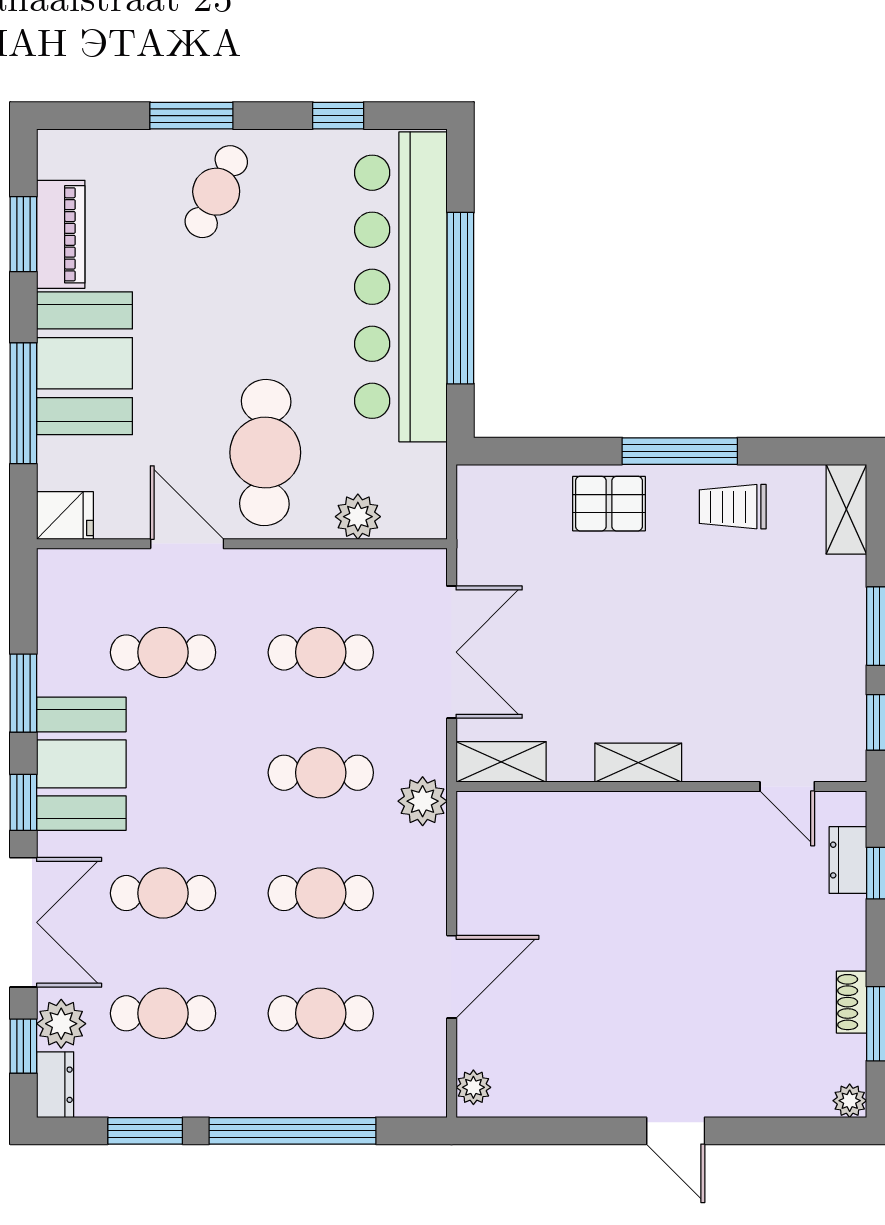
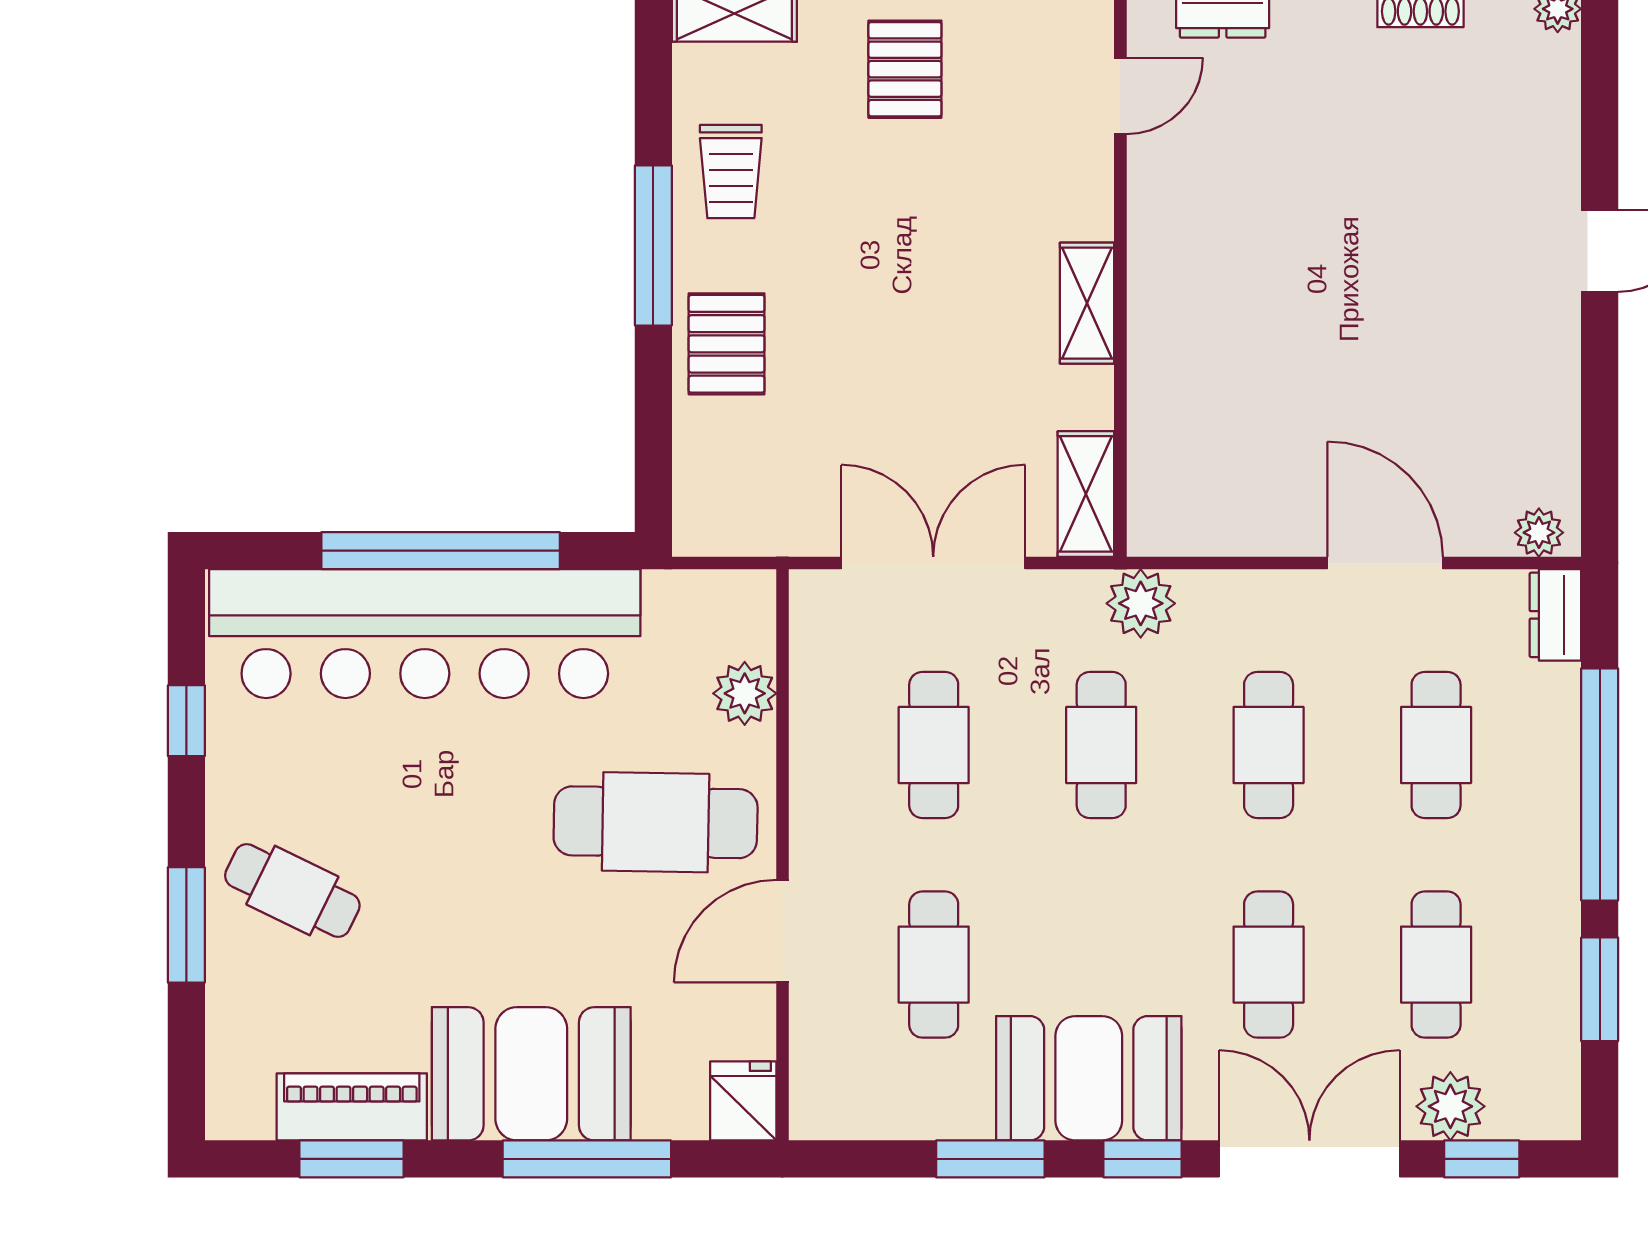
pallet: (806, 632) -> (905, 69), added
dresser: (55, 1085) -> (1555, 615), moved, turned -90

